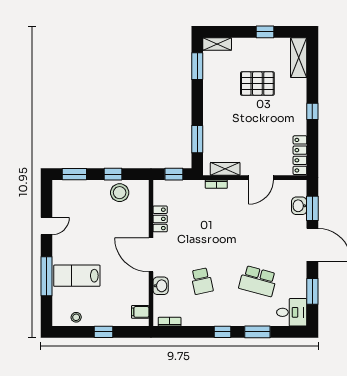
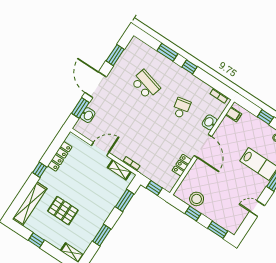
shelving: (299, 58) -> (30, 204), width x1.47
window: (197, 66) -> (102, 235), moved
locker: (300, 155) -> (60, 156), moved
desk: (292, 312) -> (137, 50), removed

